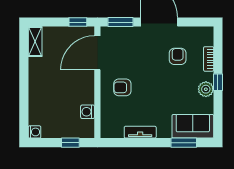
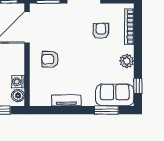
bookcase: (209, 59) -> (129, 27), width x1.56
window: (218, 82) -> (138, 86), moved
boiler: (88, 127) -> (18, 95), added

